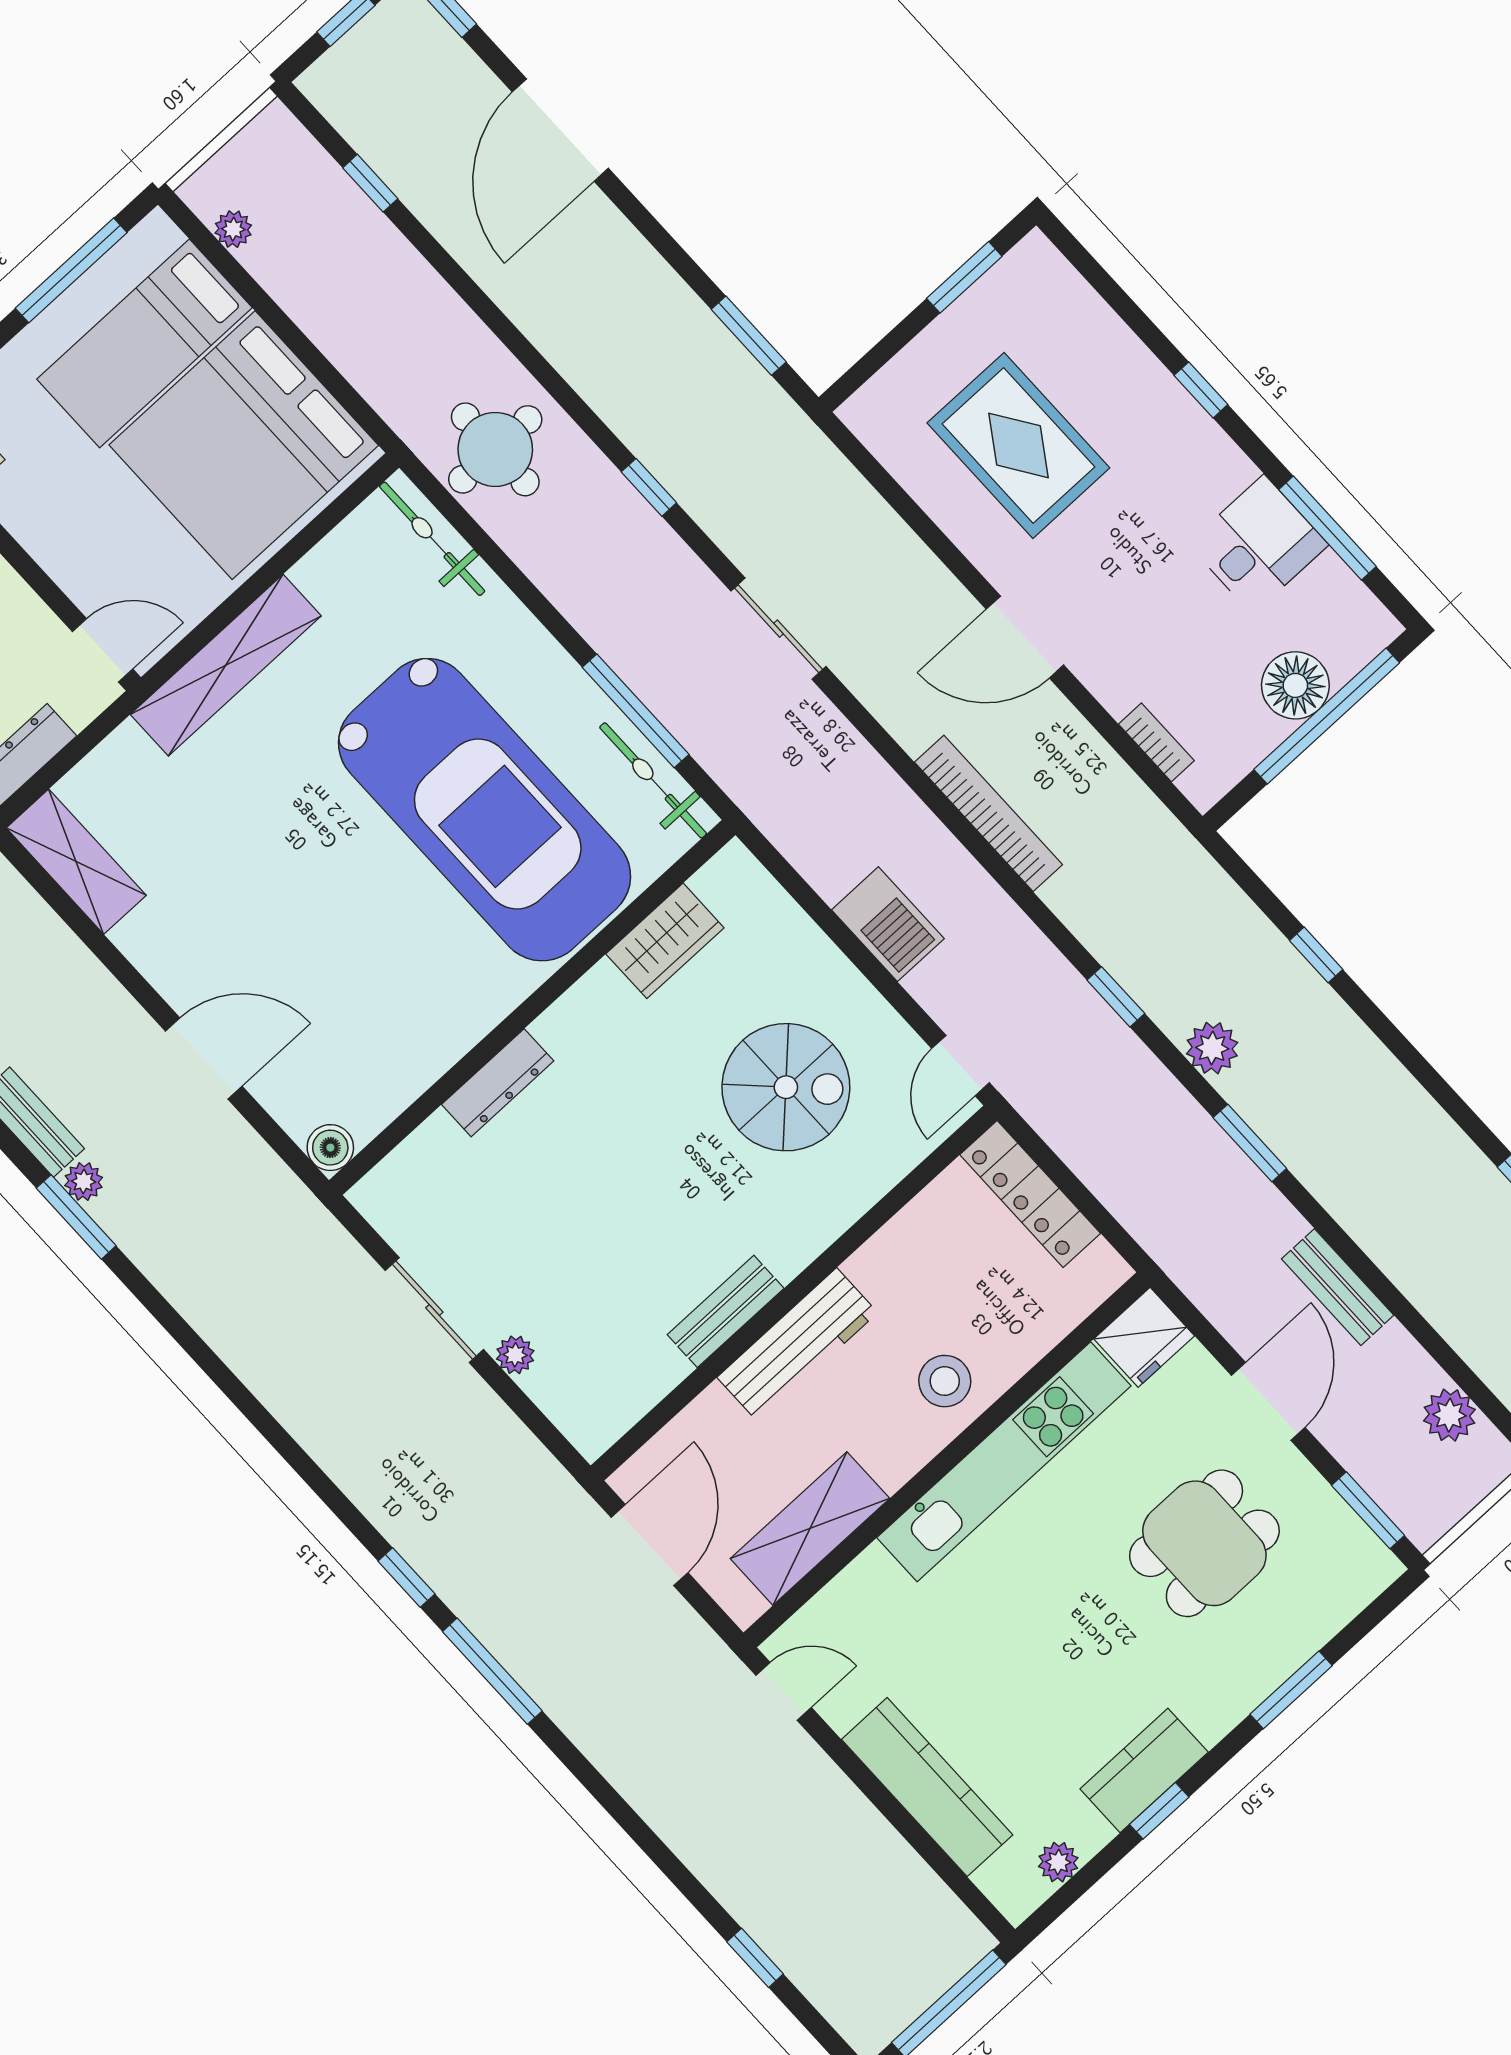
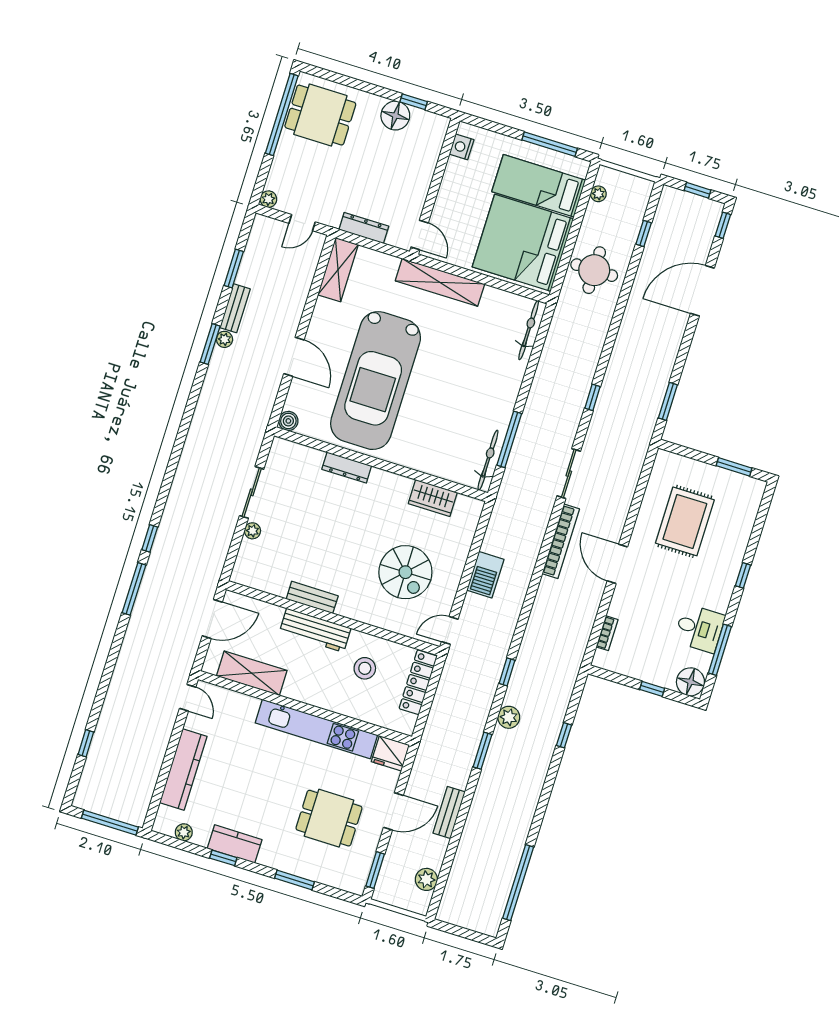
round table: (495, 449) -> (594, 270), moved
floor lamp: (1295, 685) -> (690, 682), moved
window: (1327, 716) -> (652, 689), width x0.32
car: (485, 810) -> (376, 381), moved
bookcase: (988, 813) -> (561, 541), moved
stool: (945, 1381) -> (365, 668), moved

